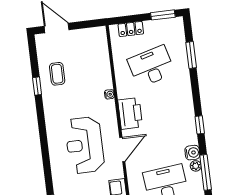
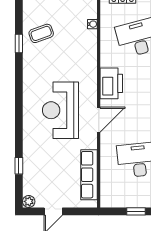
coffee table: (57, 74) -> (41, 33), turned 70
water cooler: (109, 94) -> (92, 24), moved

